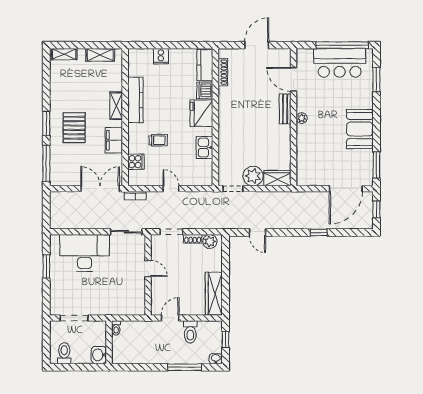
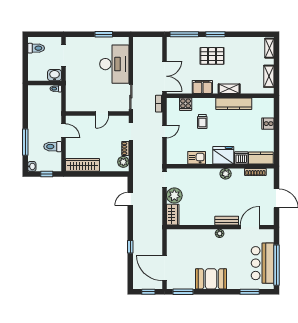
plant: (225, 110) -> (226, 174), added
washbasin: (99, 355) -> (55, 75), moved

